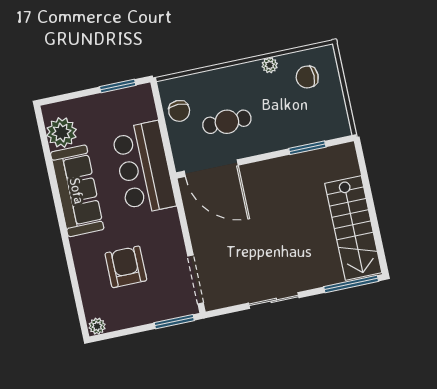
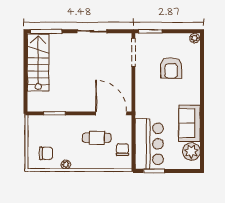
bar counter: (144, 168) -> (149, 144), moved
sofa: (77, 191) -> (189, 123), width x0.73

